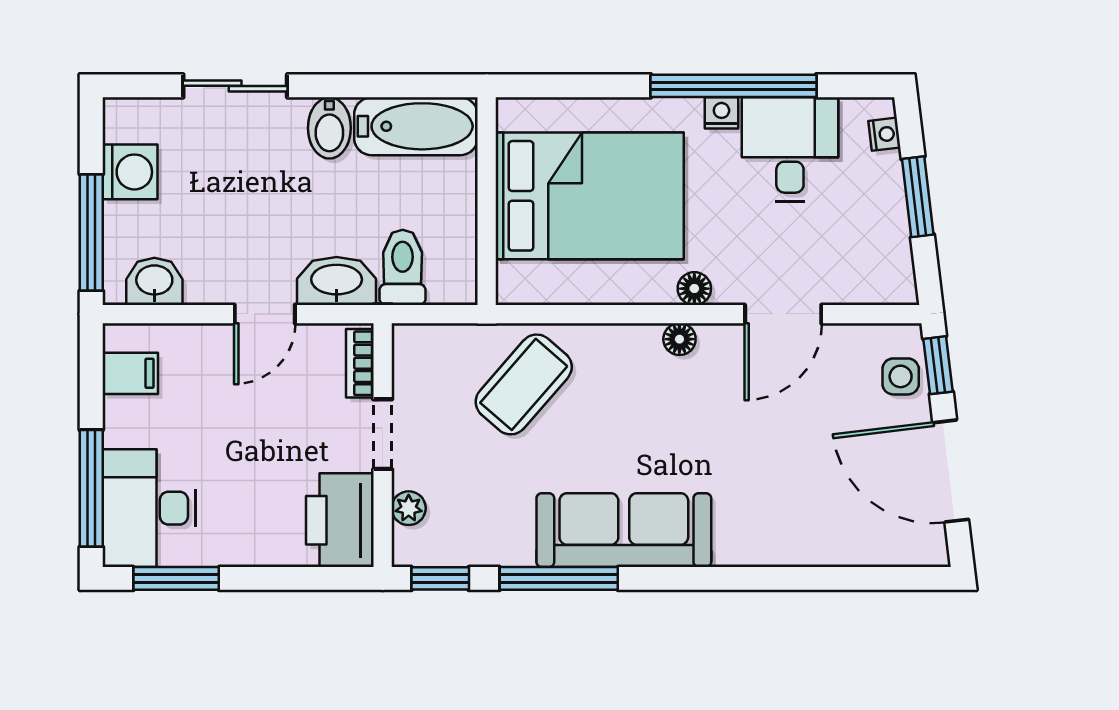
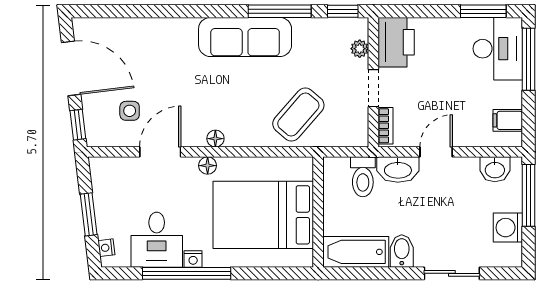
side table: (901, 376) -> (130, 111), moved

